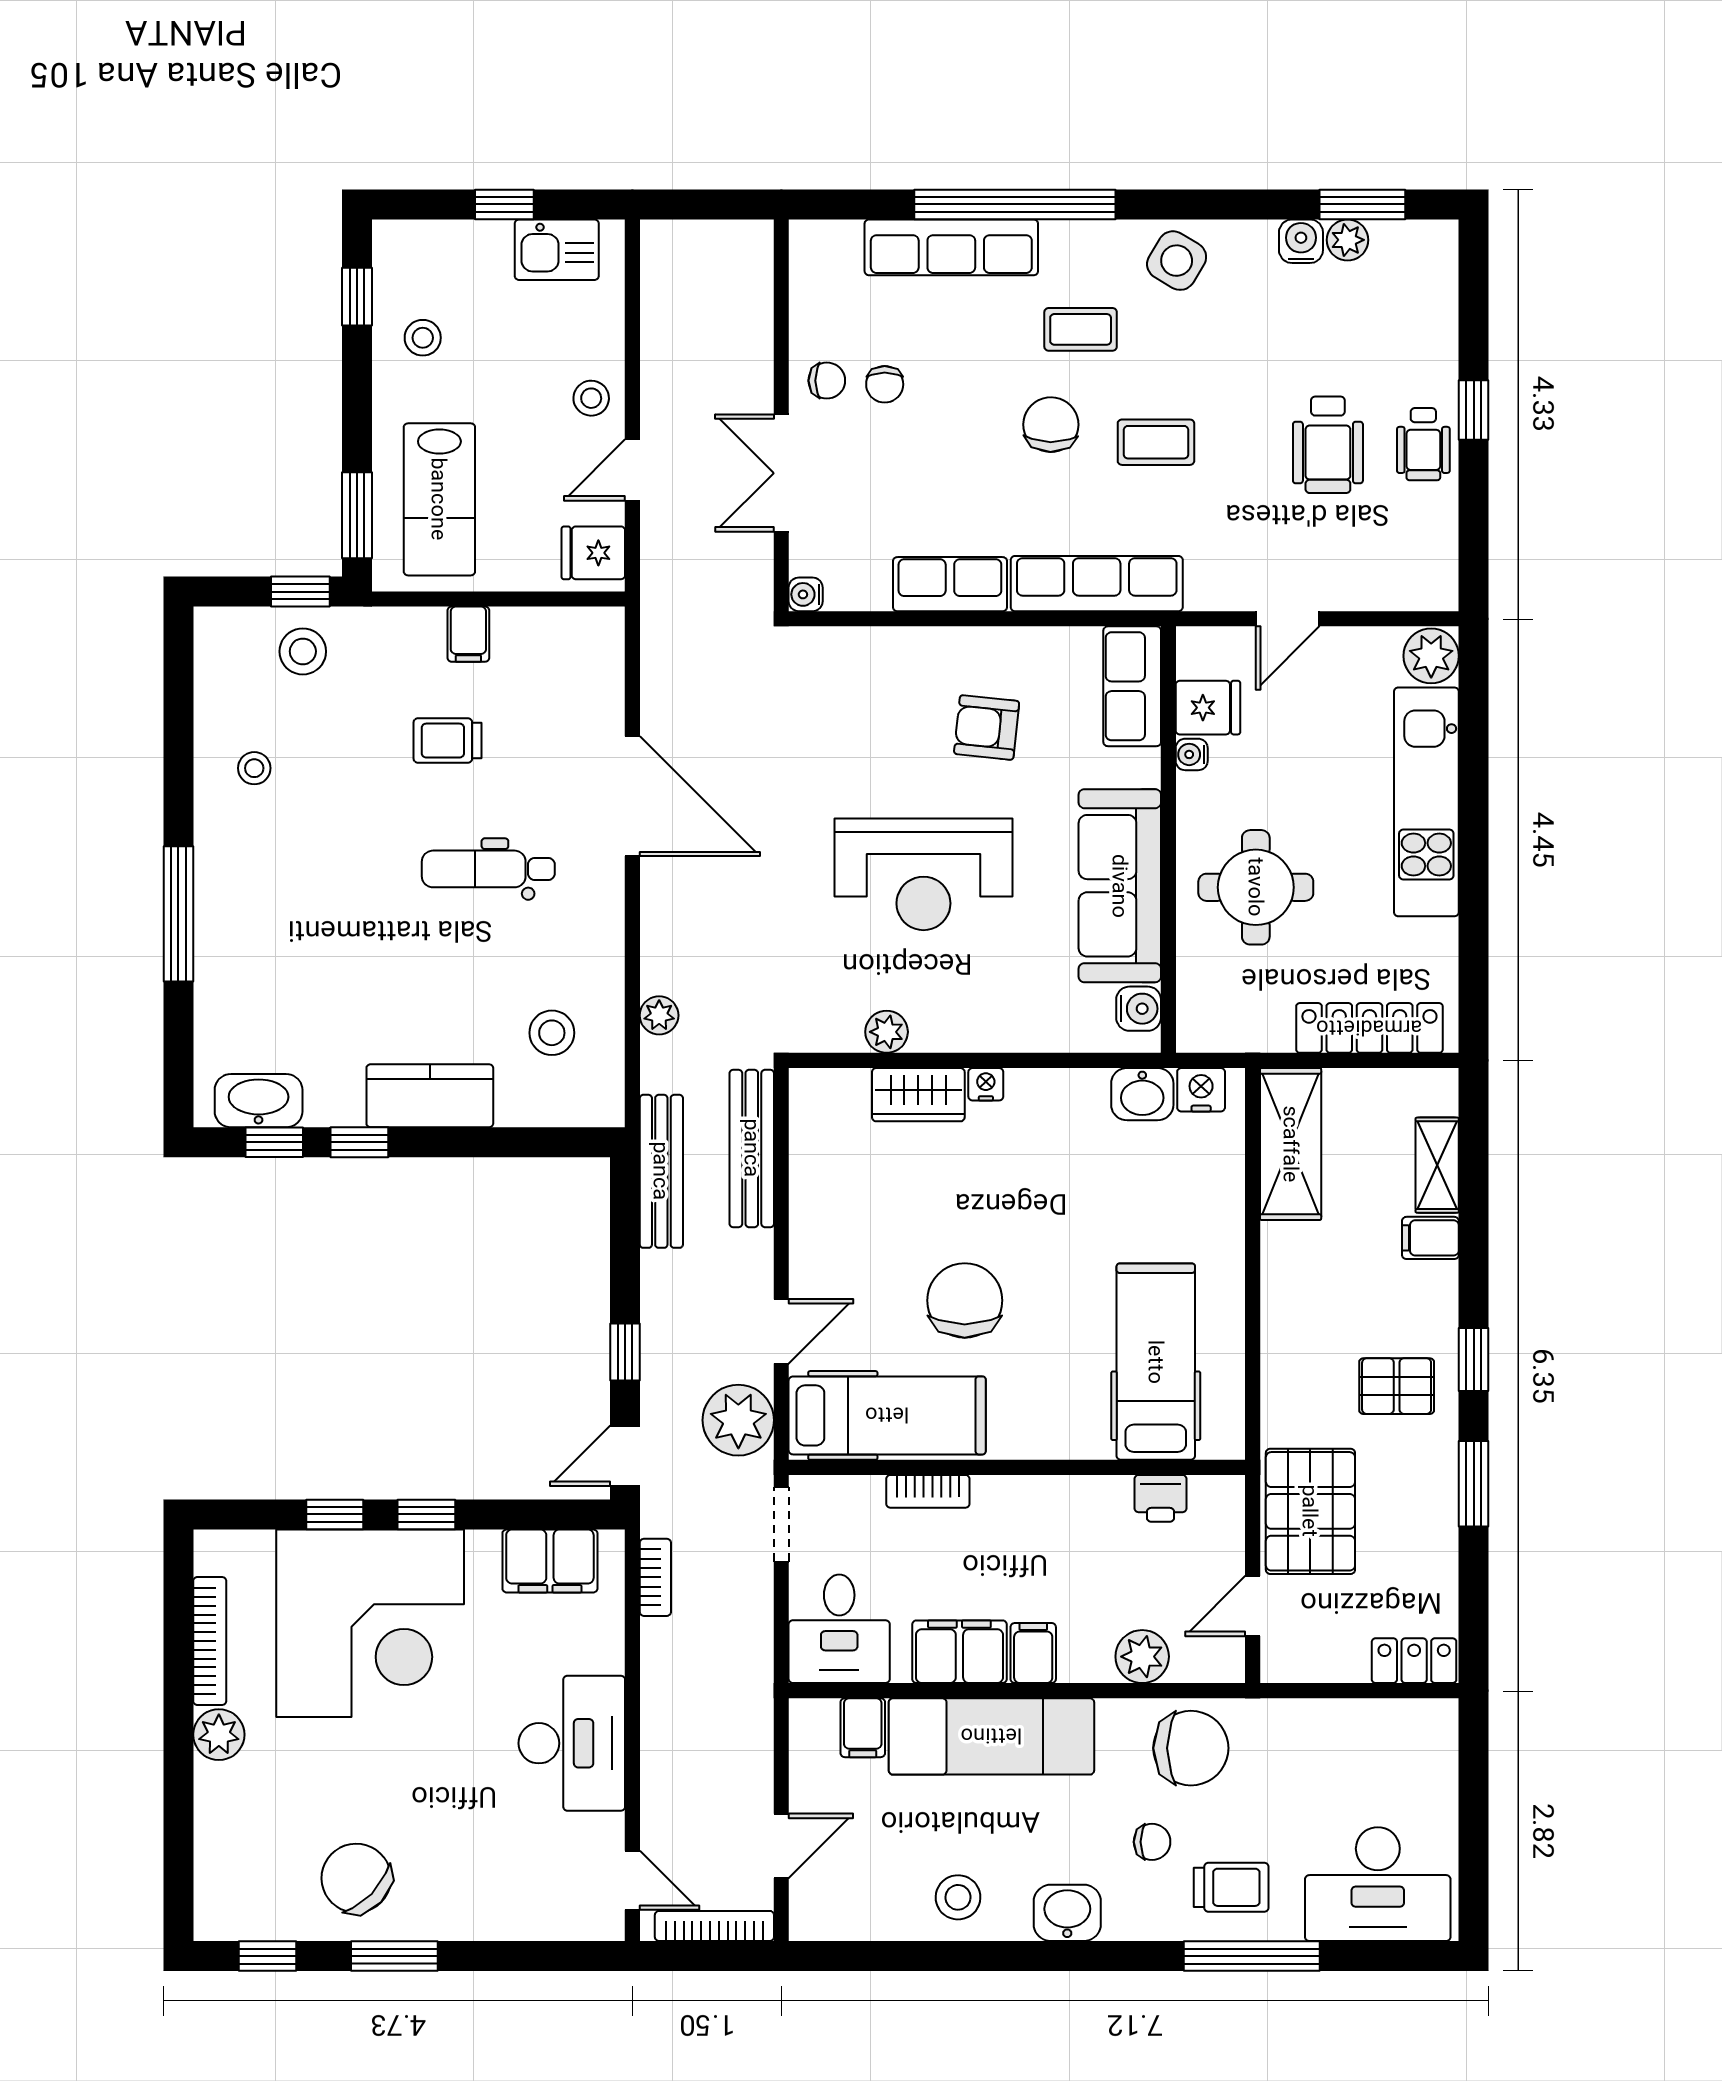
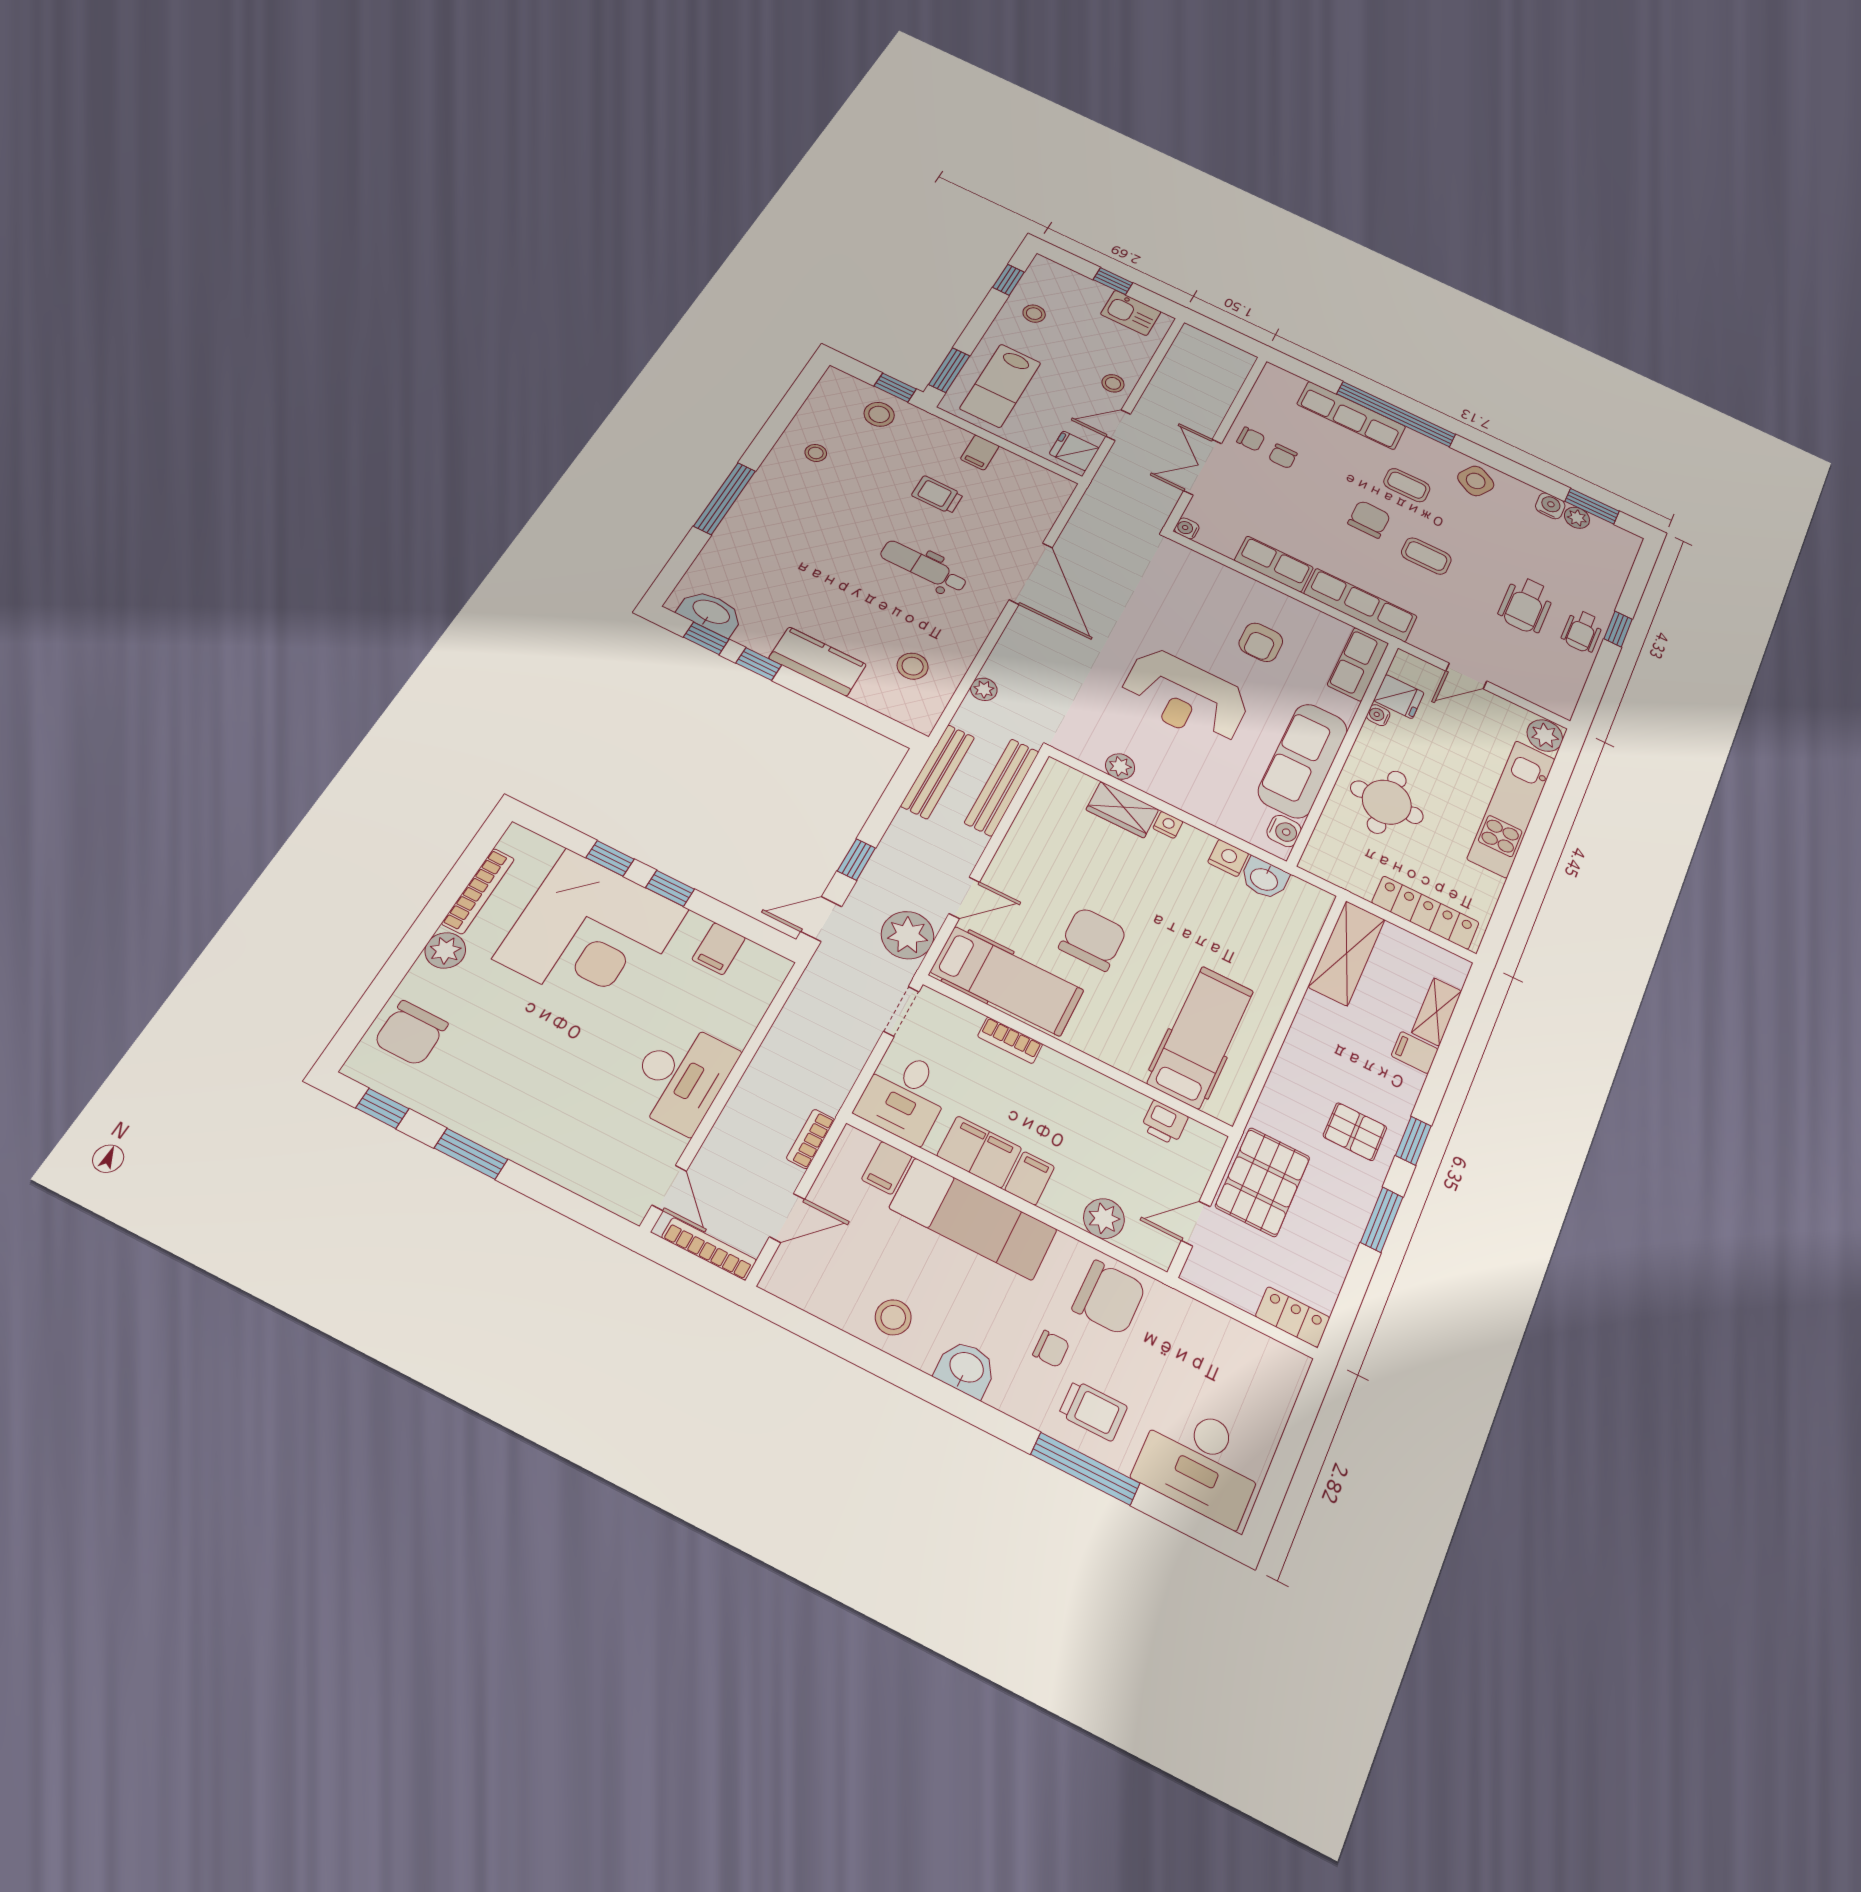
armchair: (987, 727) -> (1261, 642), turned -96
nightstand: (1201, 1090) -> (1228, 858), moved
filing cabinet: (550, 1561) -> (719, 949), width x0.50
bookcase: (655, 1577) -> (811, 1139), moved, turned 180
chair: (356, 1878) -> (411, 1033), moved, turned -134

